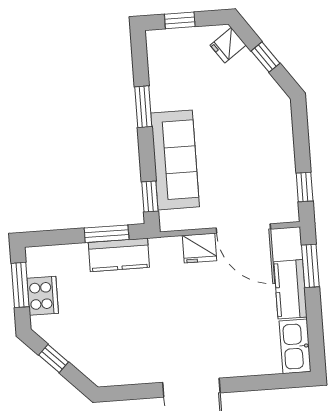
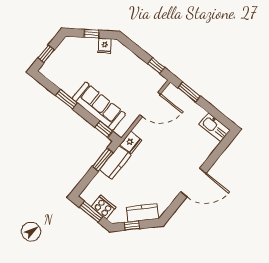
fridge: (228, 45) -> (105, 46), moved
fridge: (200, 248) -> (131, 142), moved
kitchen counter: (290, 289) -> (142, 213), moved, turned 135

